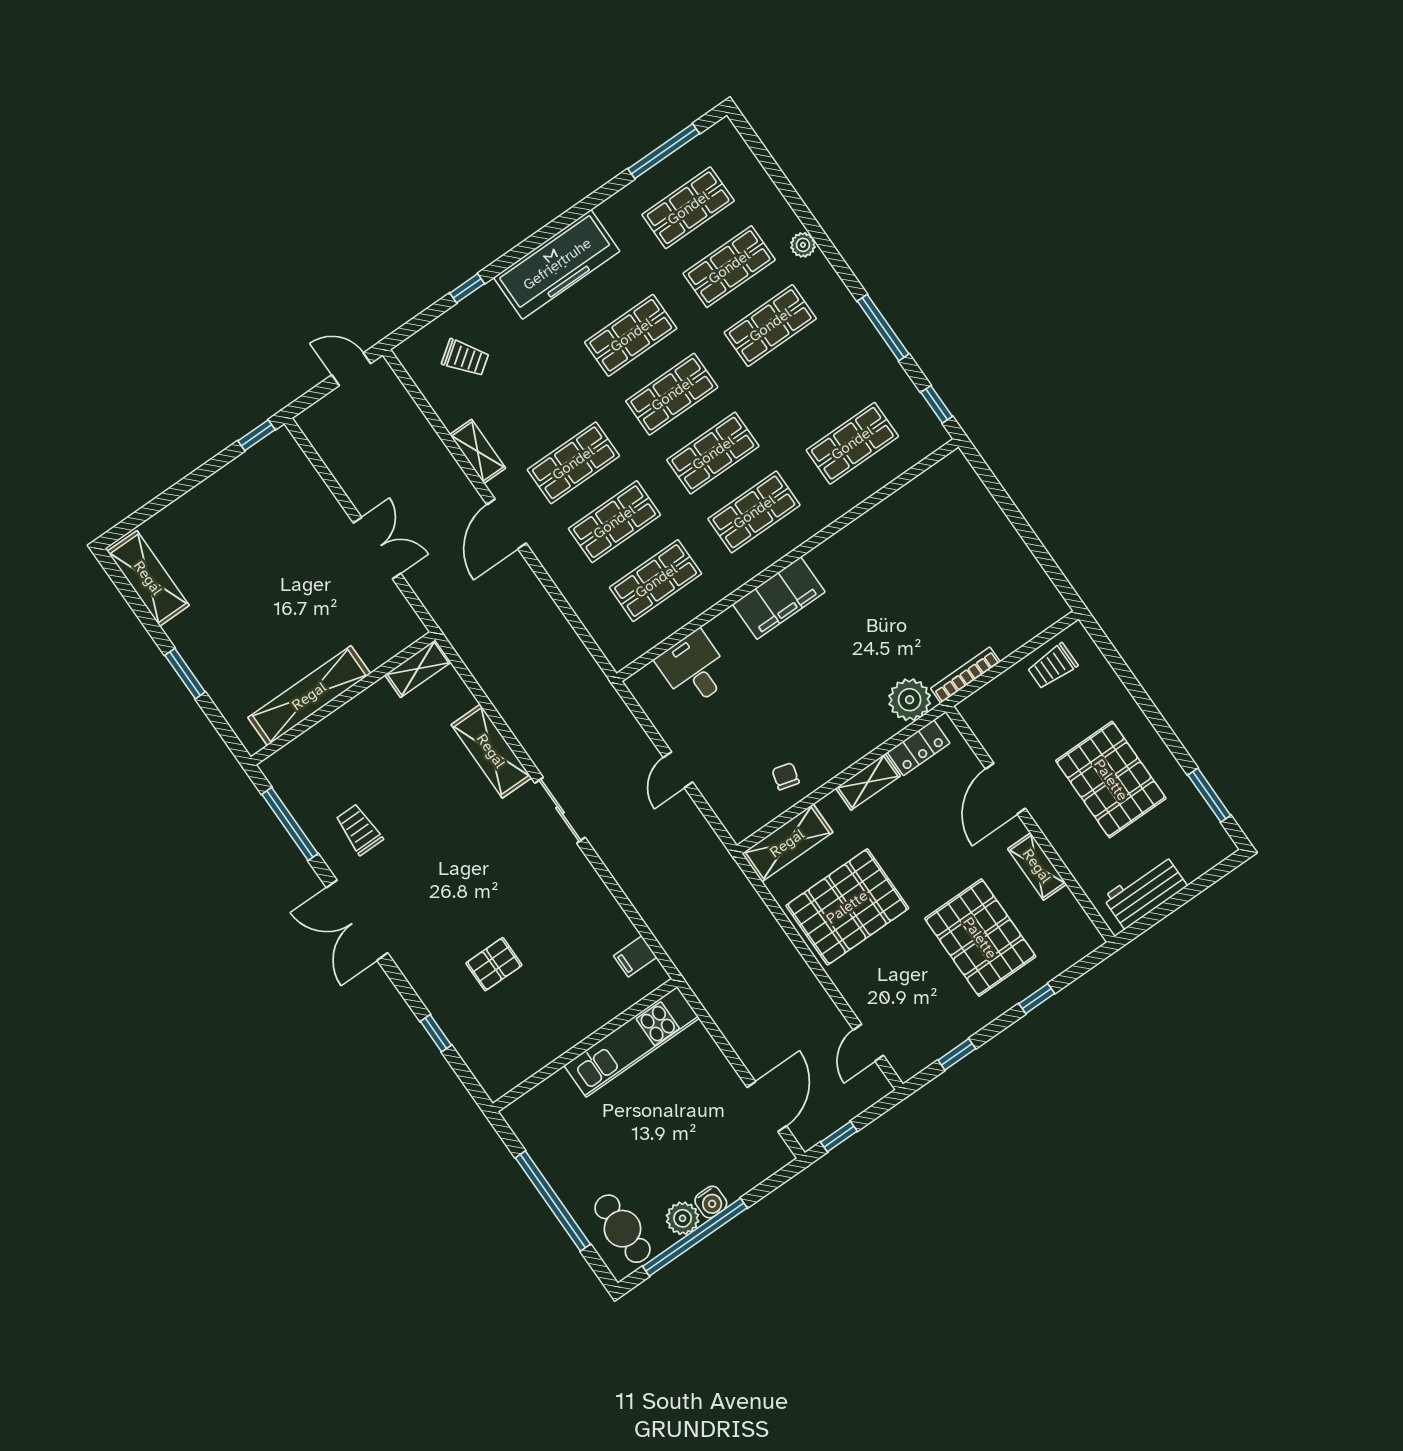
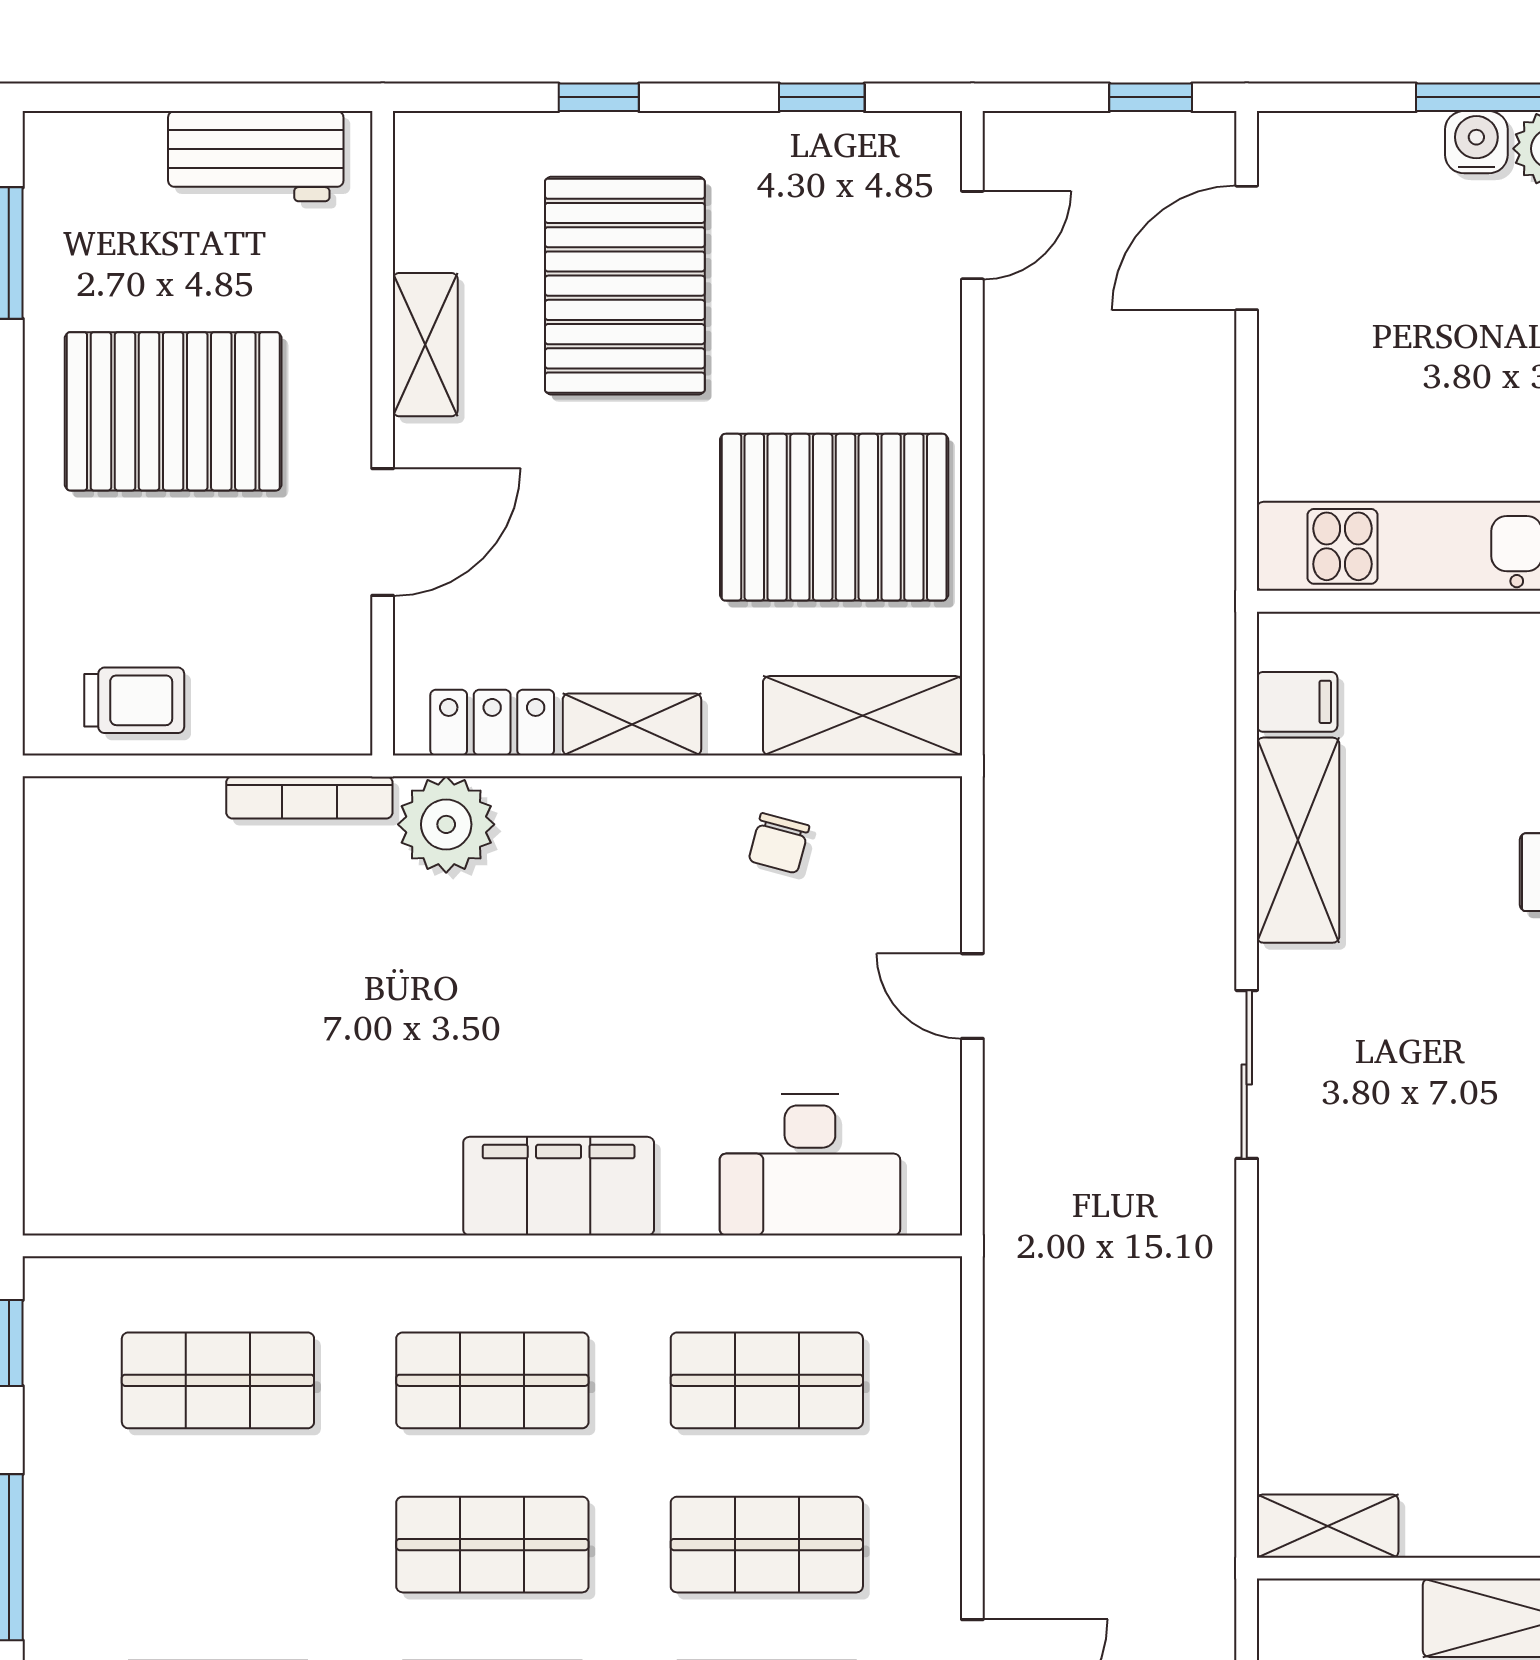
desk: (694, 669) -> (810, 1165), width x1.37
shelving: (491, 751) -> (1298, 840), moved
door: (678, 770) -> (972, 996), swing flipped
pallet: (1111, 780) -> (173, 411), turned 90

